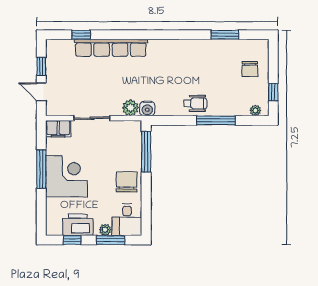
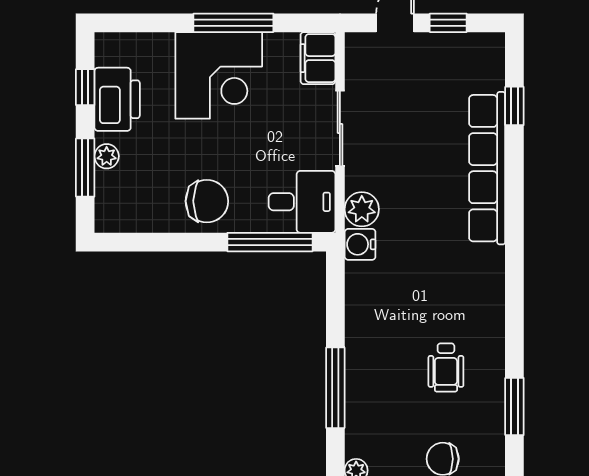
wheelchair: (195, 103) -> (446, 368), moved
desk: (127, 220) -> (302, 202), moved, turned 180

